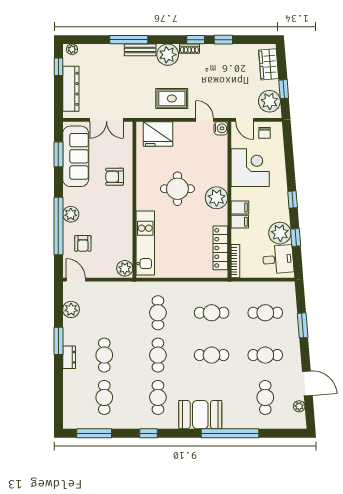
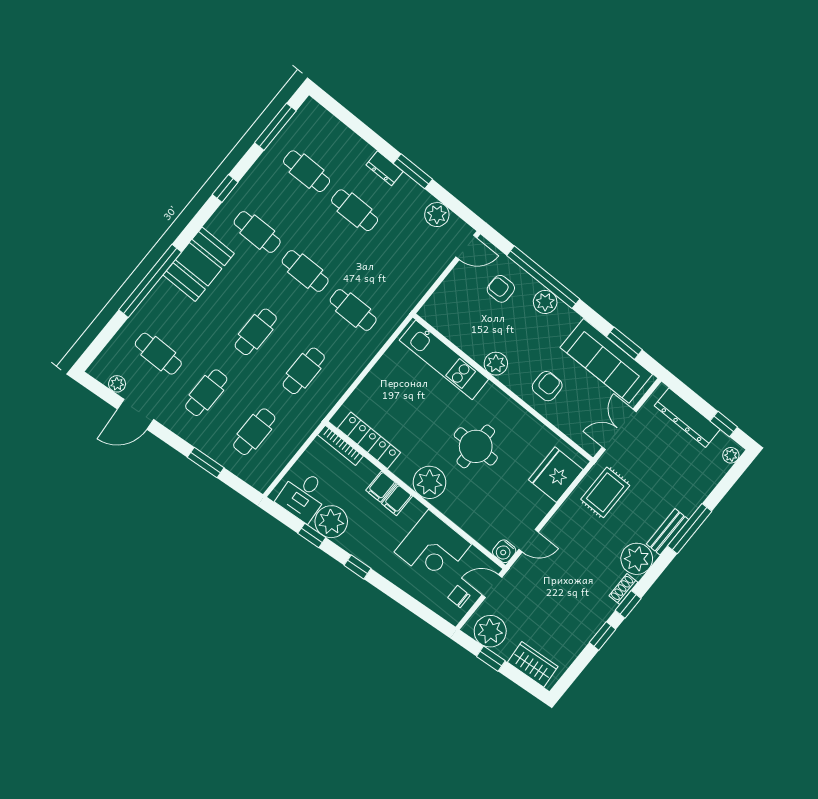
rug: (172, 99) -> (605, 492), moved
plant: (125, 268) -> (496, 364), moved

